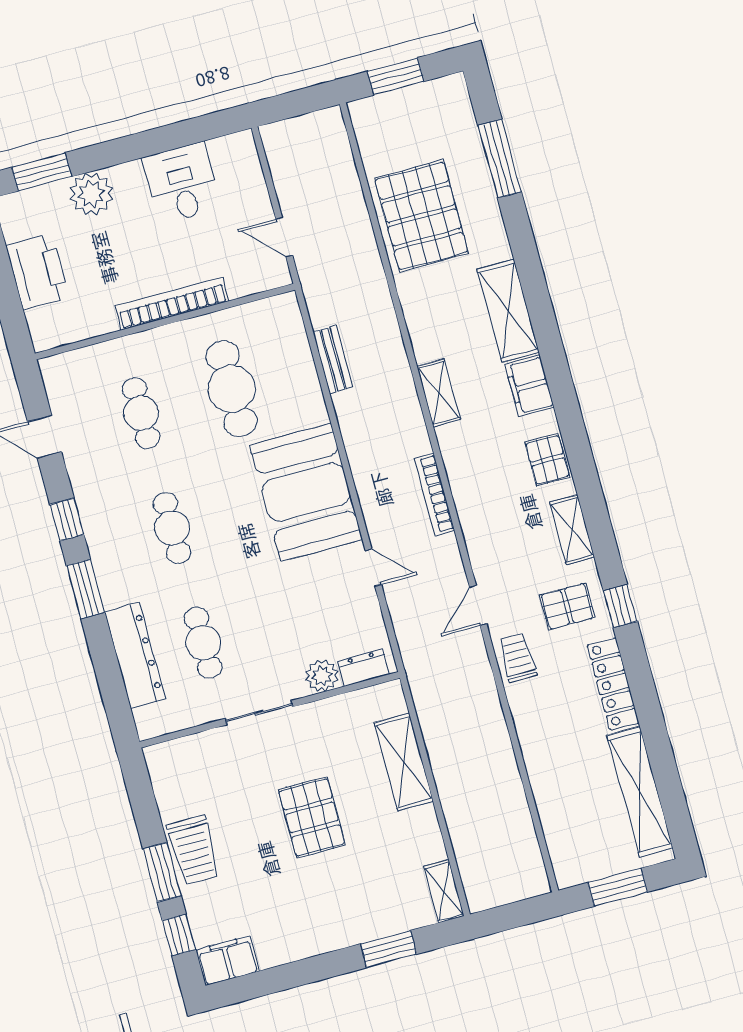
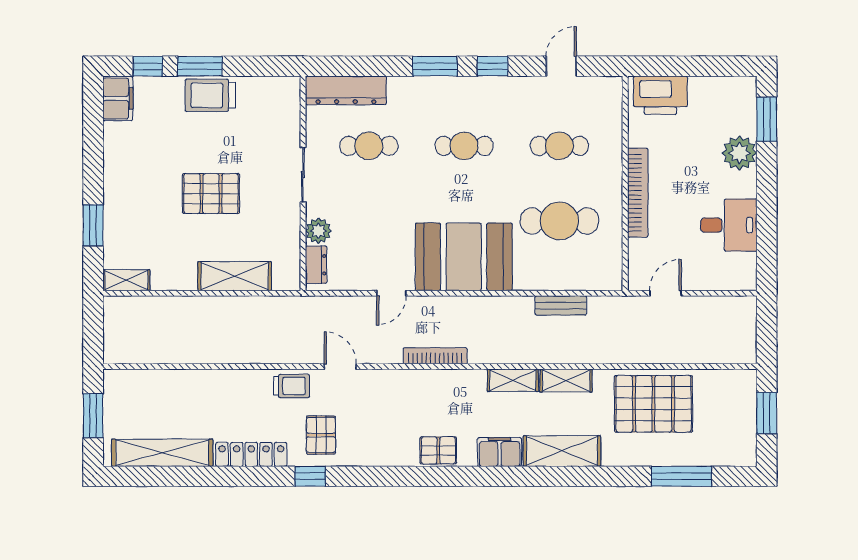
printer: (37, 271) -> (660, 95), moved
shelving: (572, 530) -> (566, 381), moved
dresser: (135, 655) -> (346, 90), moved

